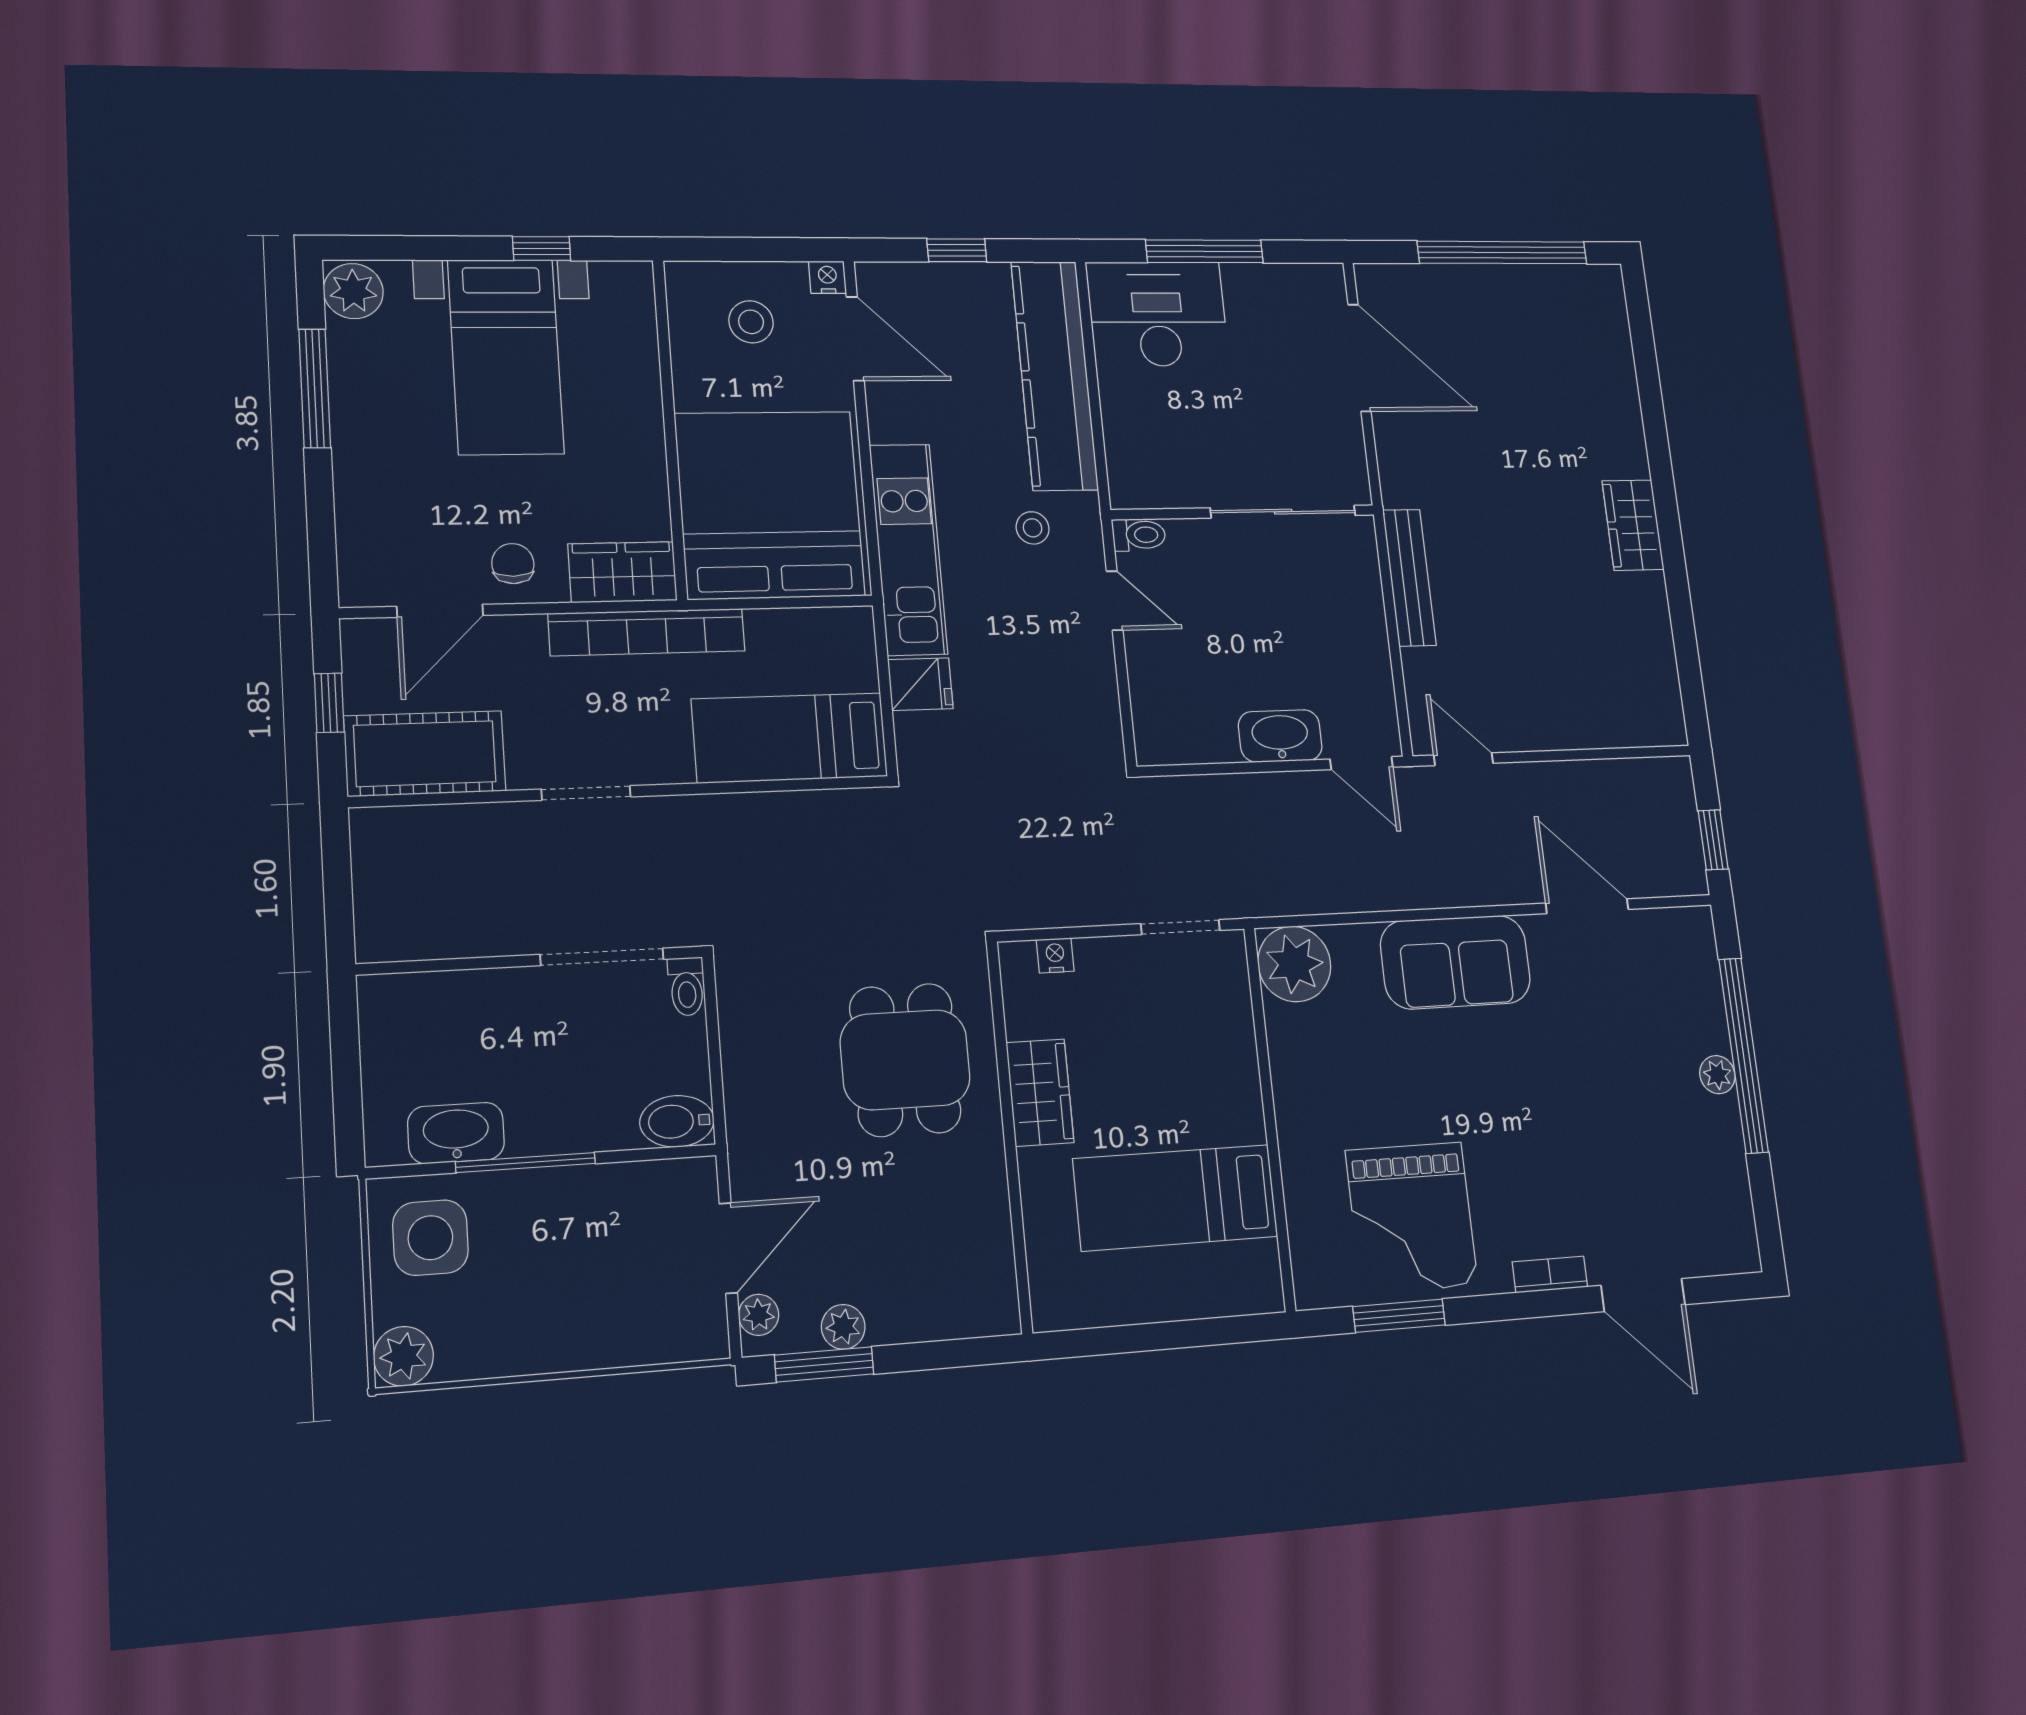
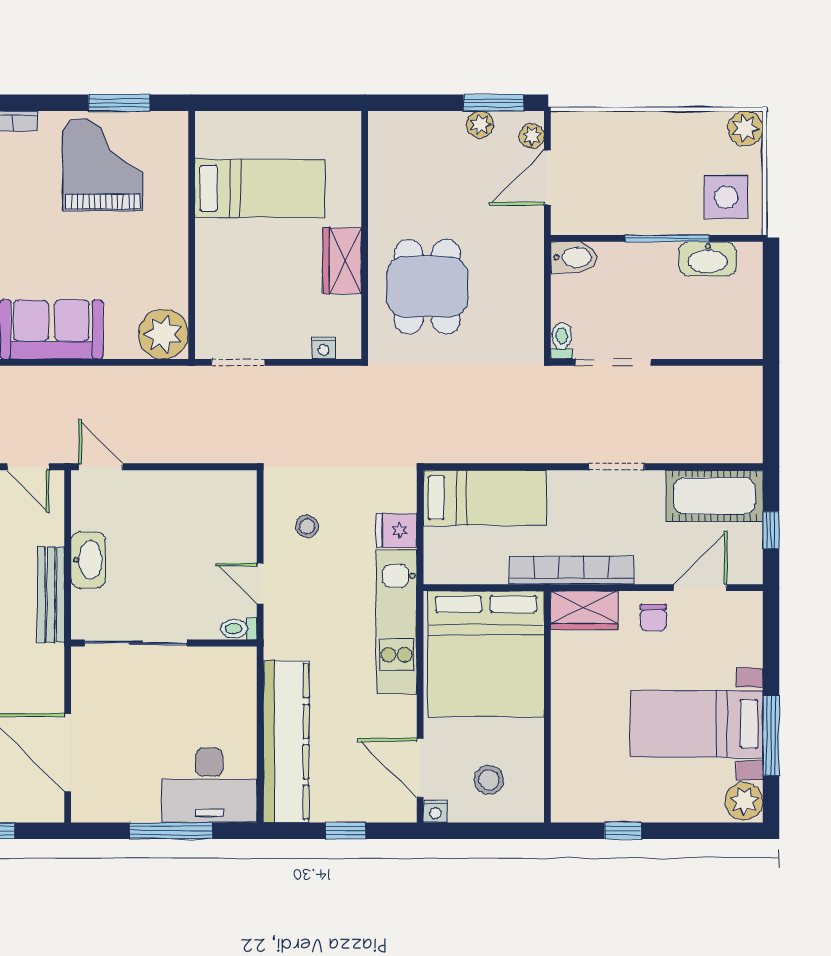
bed with nightstands: (506, 357) -> (697, 724), moved, turned -90
stool: (1033, 528) -> (307, 526), moved
washbasin: (1280, 736) -> (88, 560), moved, turned -90

